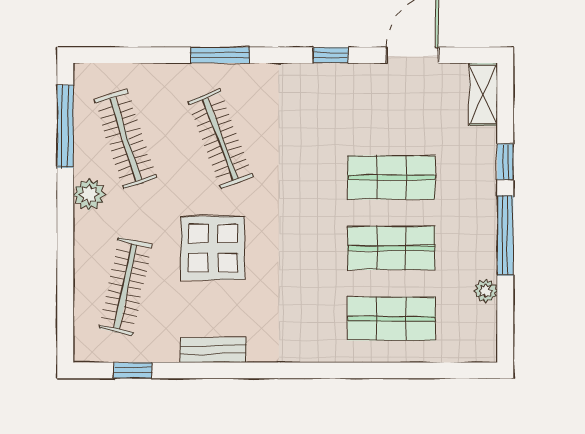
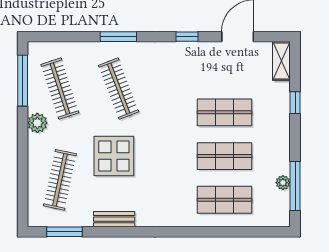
window: (505, 235) -> (295, 186), moved
window: (133, 370) -> (64, 232), width x1.50

